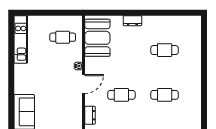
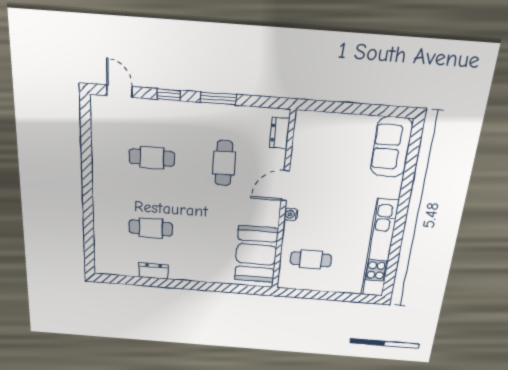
dresser: (132, 21) -> (153, 271), moved
kitchen unit: (21, 39) -> (380, 249), width x1.36
cafe table: (121, 95) -> (224, 163), turned 90

